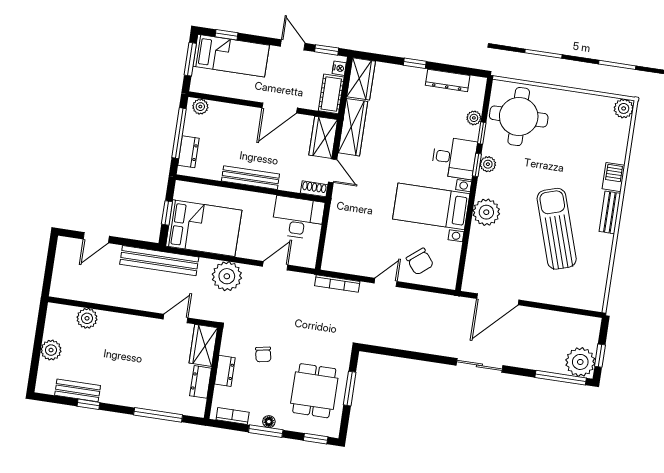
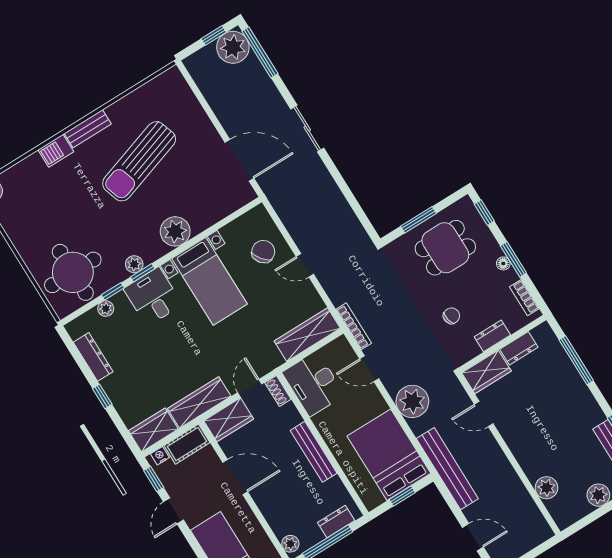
wardrobe: (336, 243) -> (307, 335), added
bookcase: (337, 284) -> (354, 326), moved

